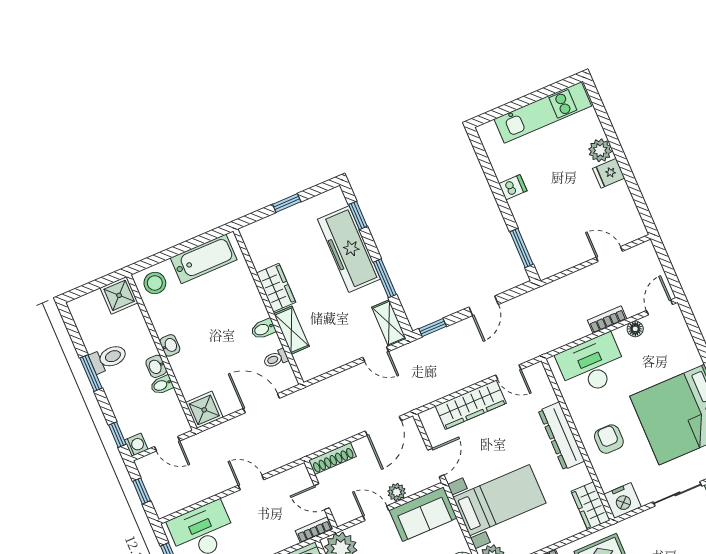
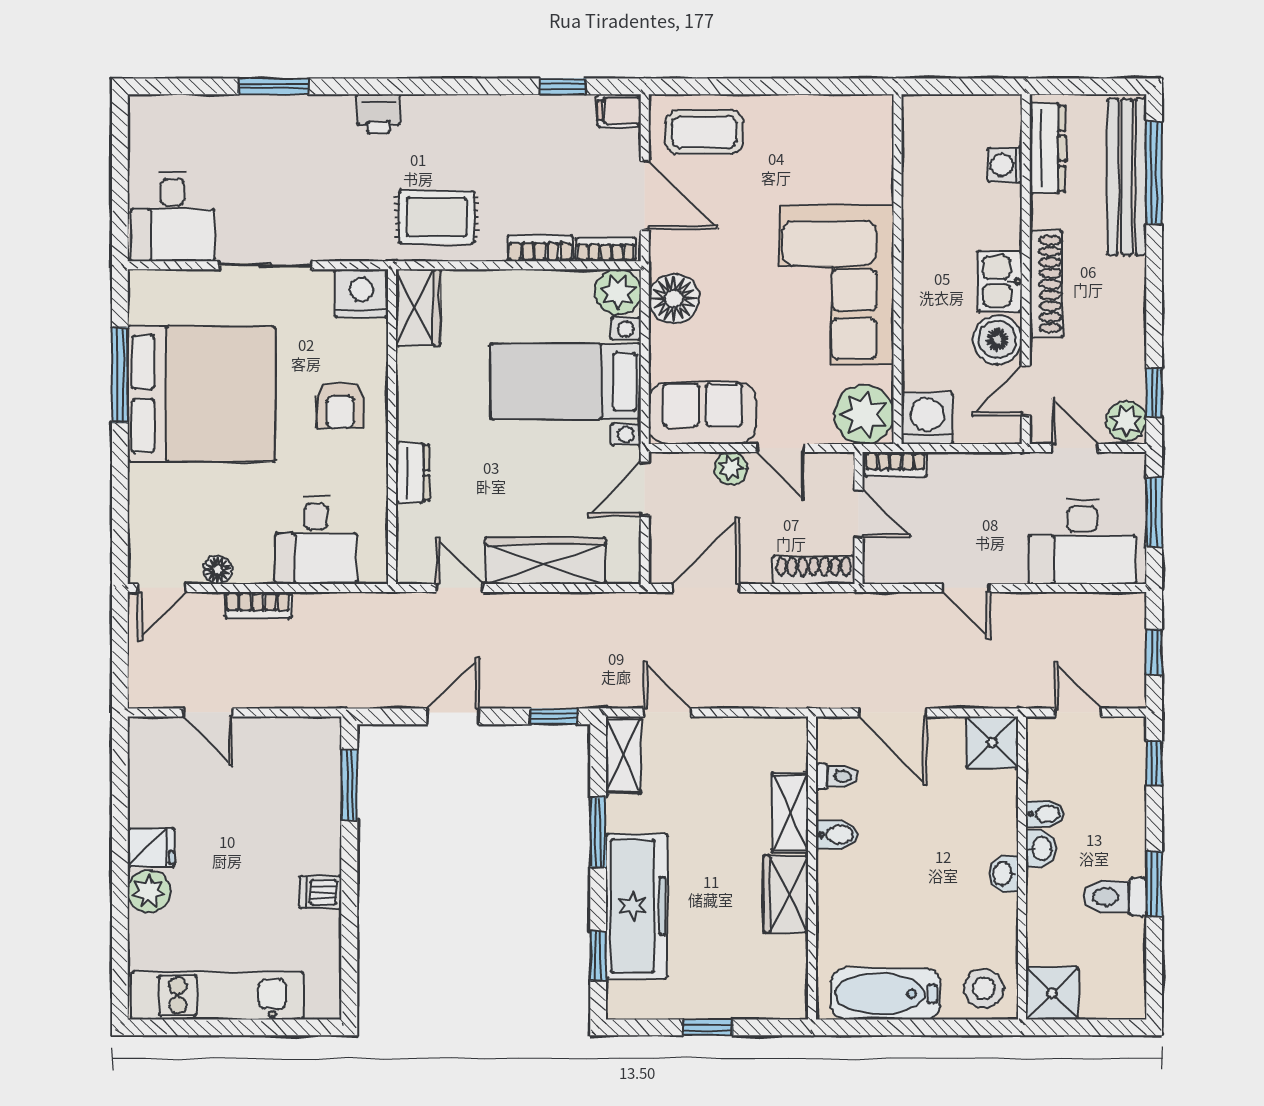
desk: (592, 365) -> (316, 540), width x0.73
dresser: (561, 436) -> (413, 473), width x0.51, depth x0.80
washing machine: (136, 445) -> (1130, 733), removed

